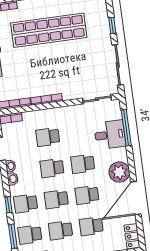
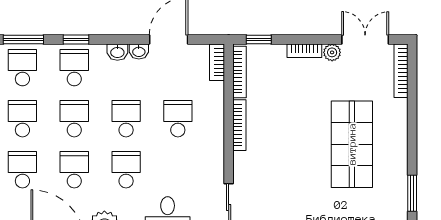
shop shelf: (49, 30) -> (352, 144), width x0.71

